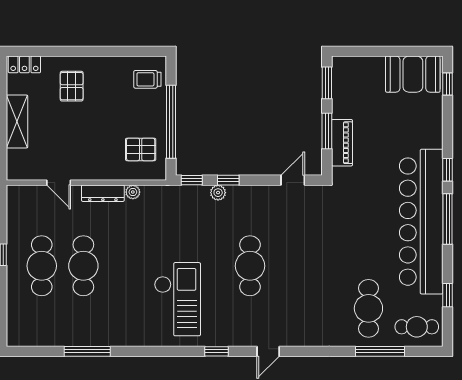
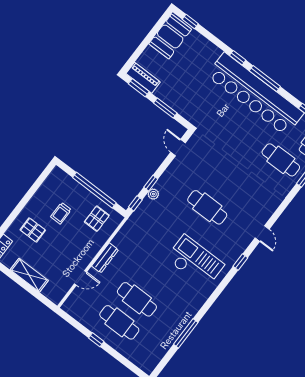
trolley: (147, 79) -> (61, 213), moved
piano: (342, 143) -> (143, 78), moved
plant: (133, 192) -> (117, 241), removed

